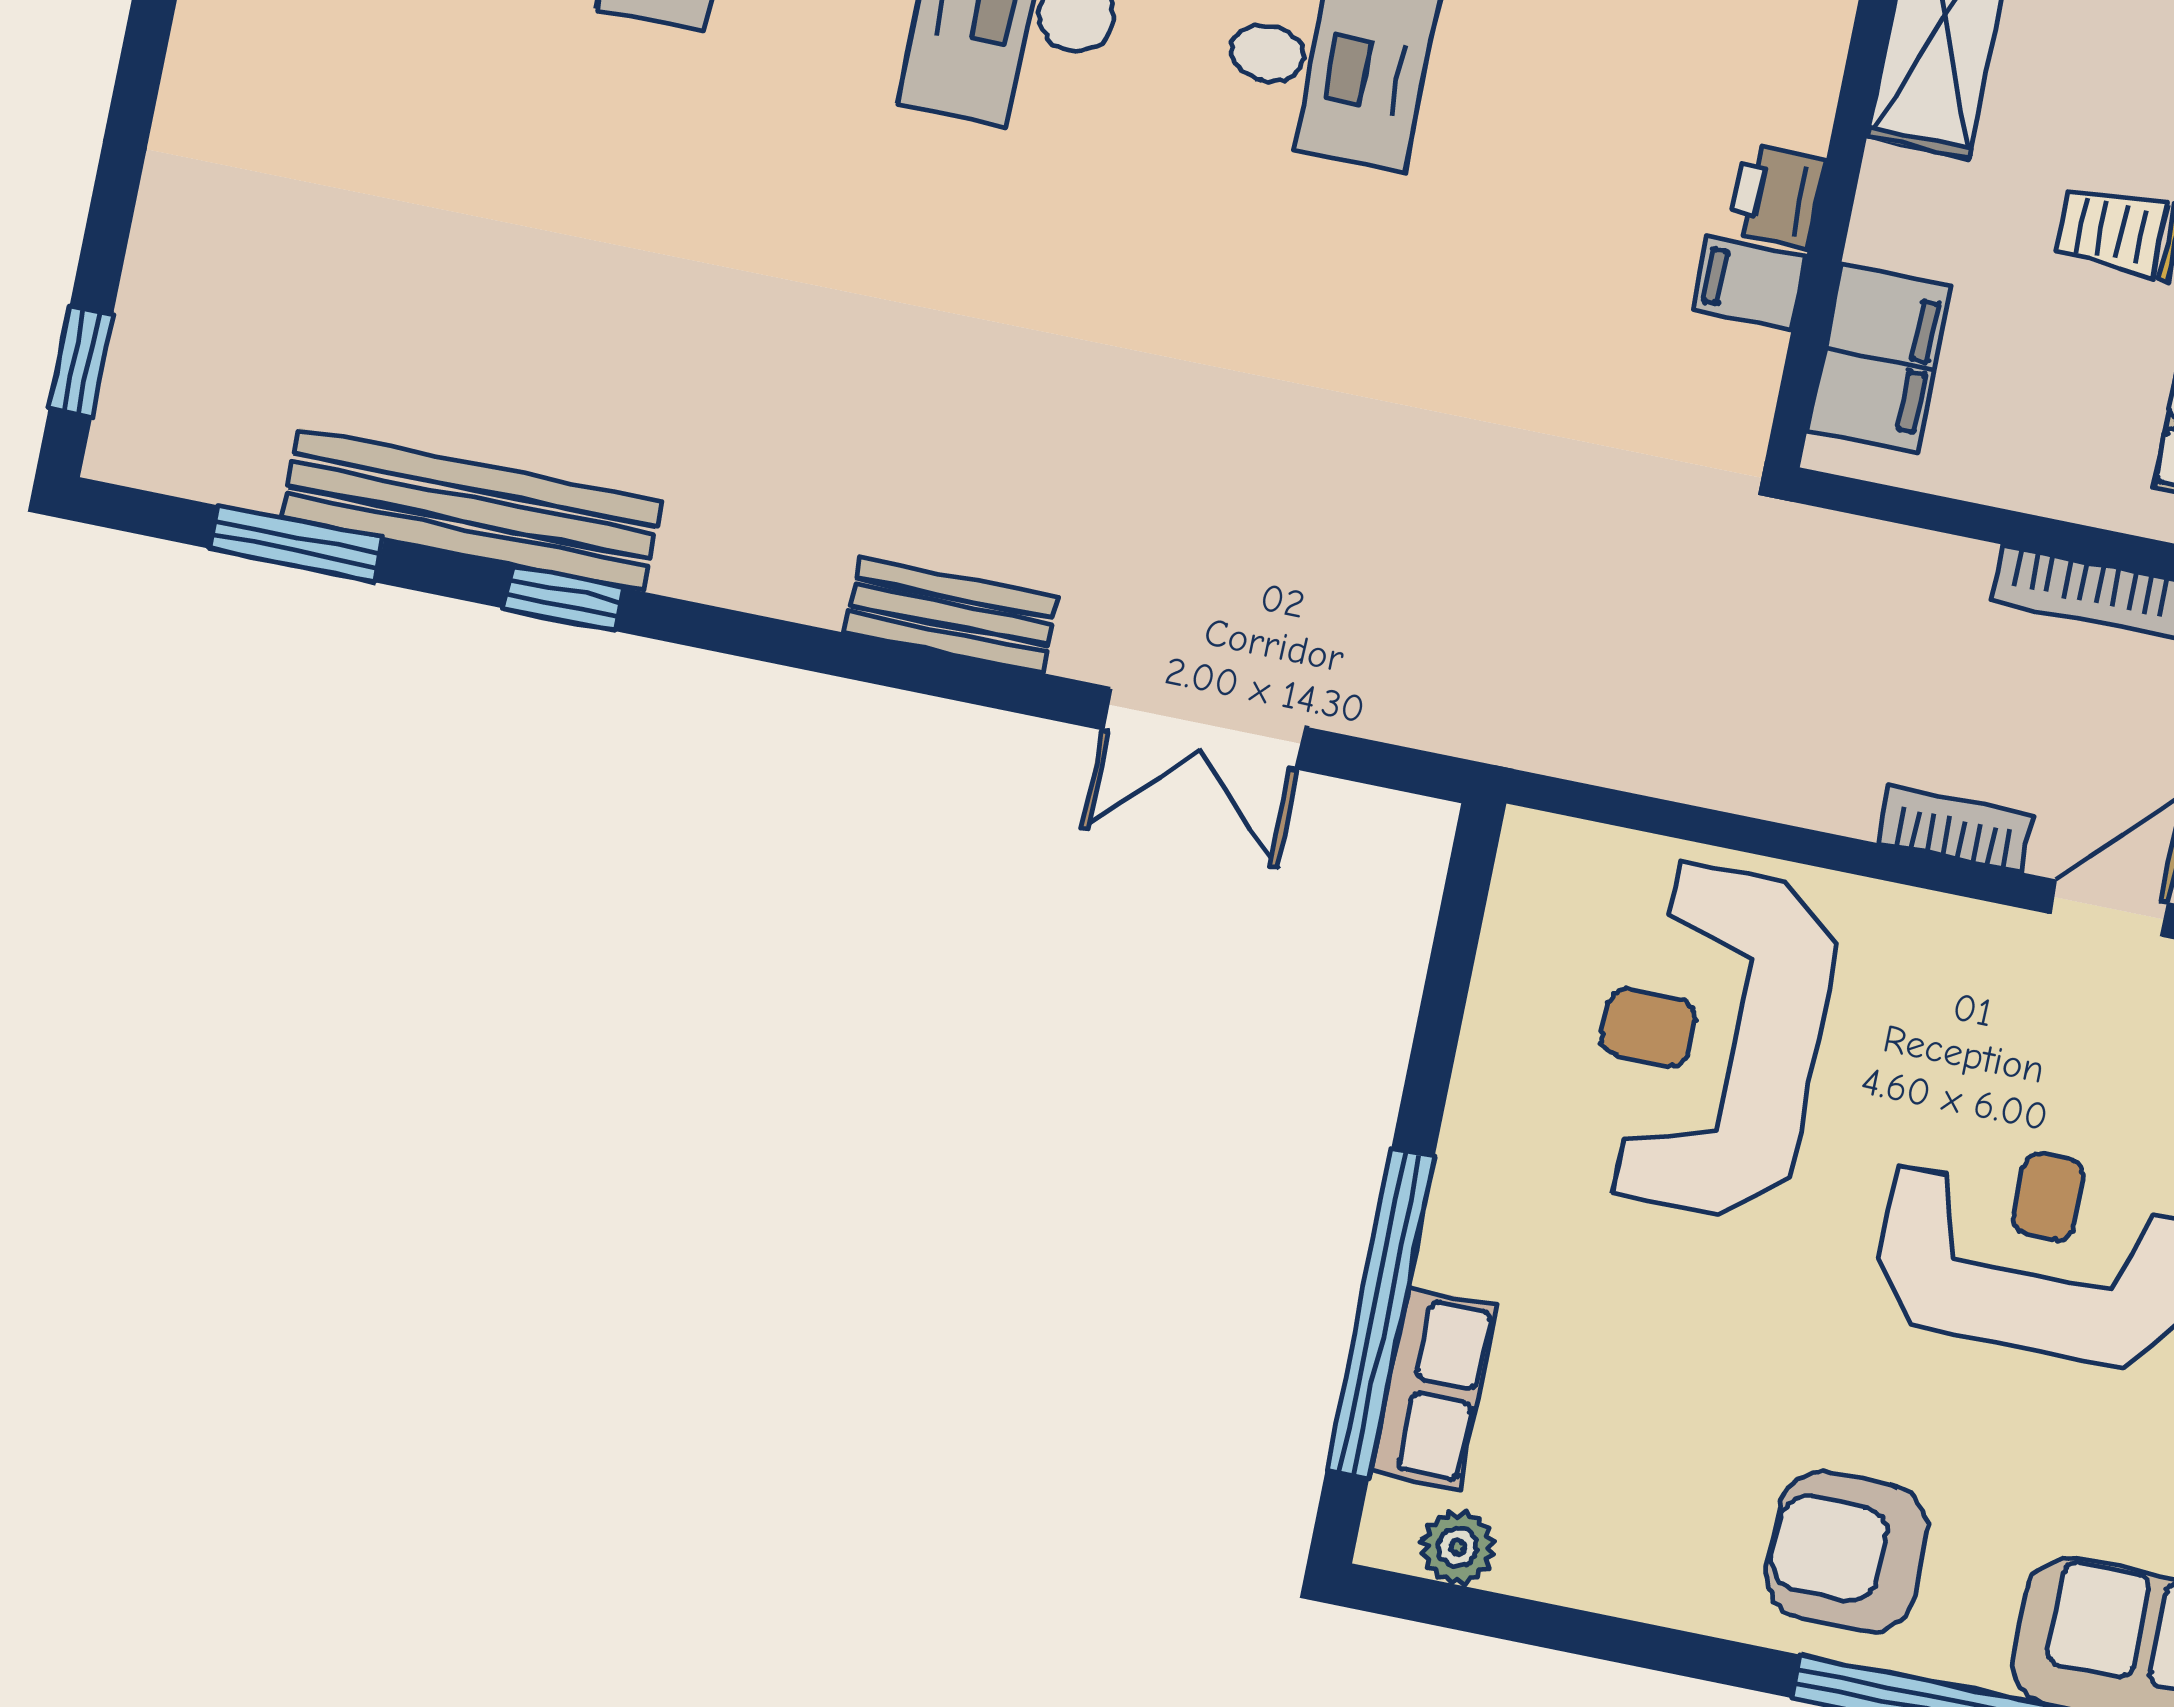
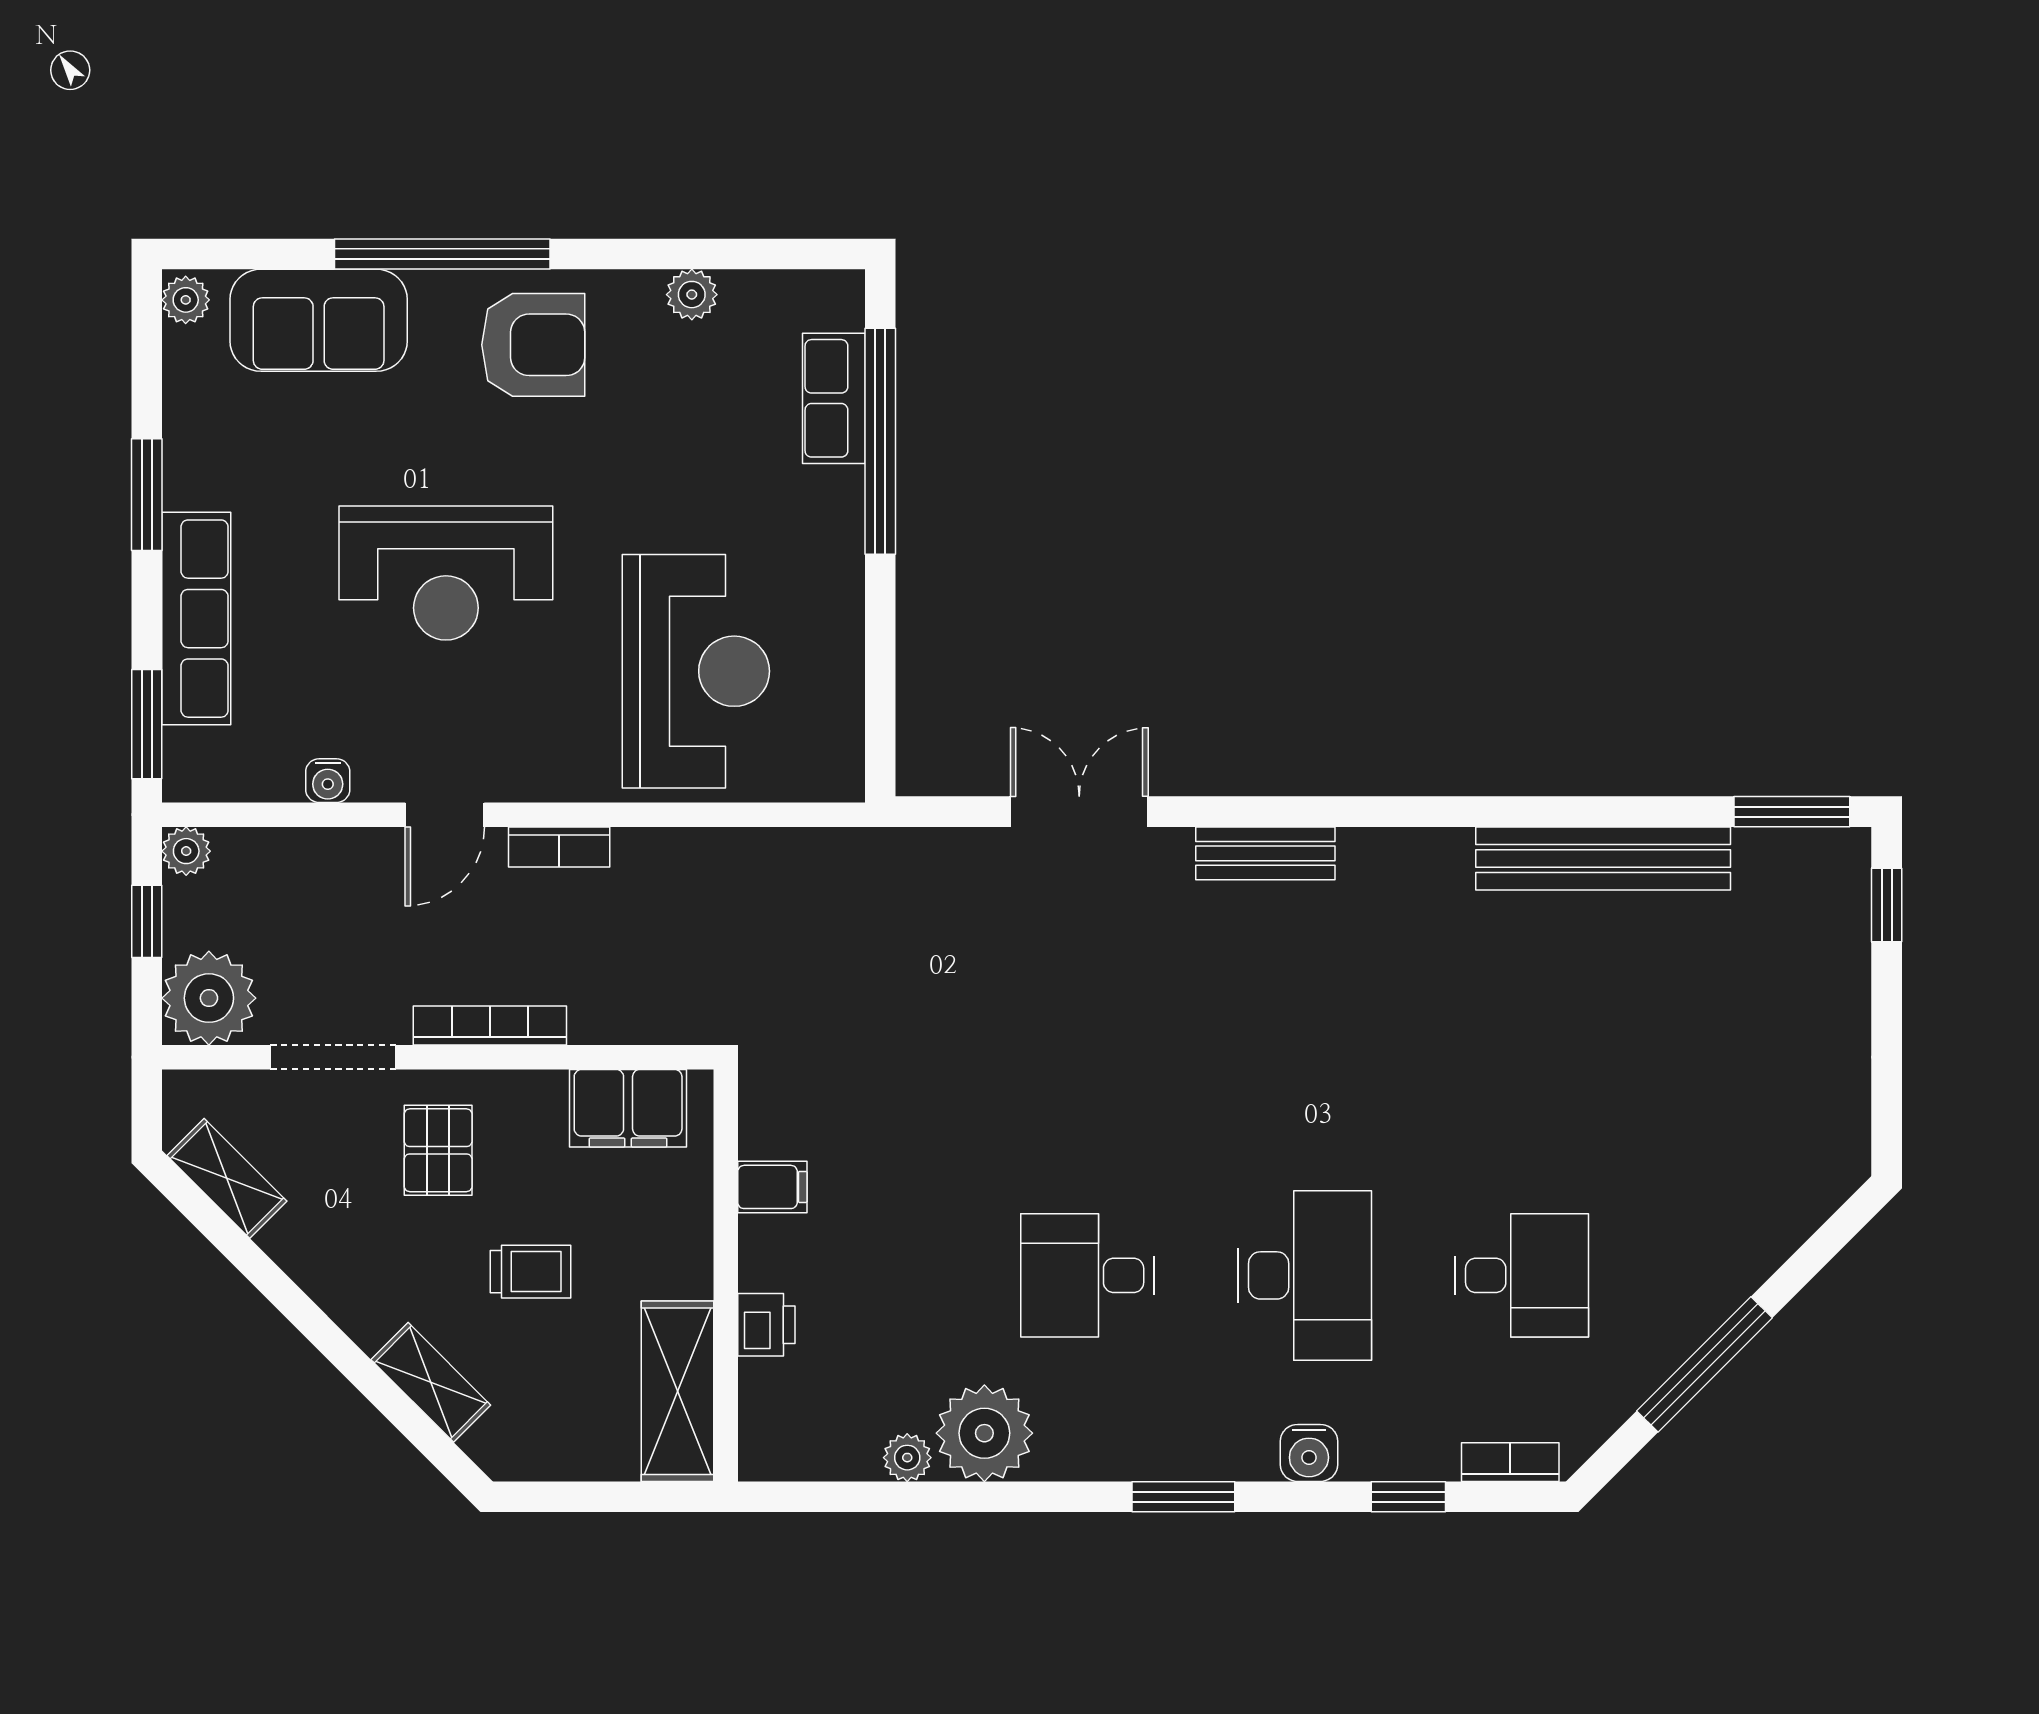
printer: (1777, 196) -> (766, 1325), moved
filing cabinet: (1879, 359) -> (628, 1108), moved, turned -90
window: (297, 544) -> (1792, 812), moved
window: (564, 598) -> (1528, 812), removed
plant: (1458, 1547) -> (692, 295), moved

